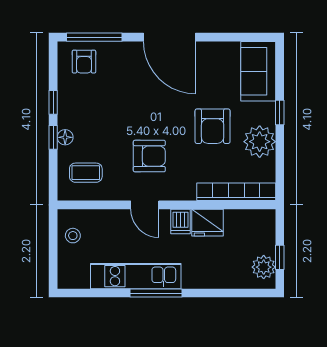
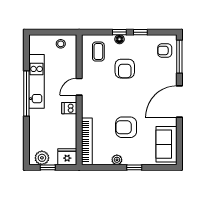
sofa: (258, 71) -> (166, 144), moved, turned -90
plant: (260, 142) -> (117, 160), width x0.53, depth x0.53
armchair: (149, 156) -> (125, 69), moved
fridge: (207, 223) -> (67, 157), moved, turned 90
window: (156, 293) -> (26, 94), width x1.46

